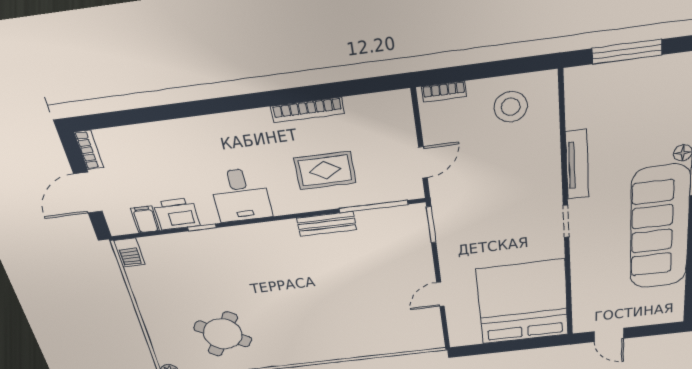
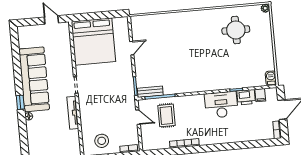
door: (423, 162) -> (138, 117), swing flipped
rug: (325, 170) -> (166, 115), moved, turned 90
desk: (241, 195) -> (221, 105), width x1.37
bench: (327, 224) -> (150, 92), moved
round table: (223, 334) -> (236, 30), turned -31

